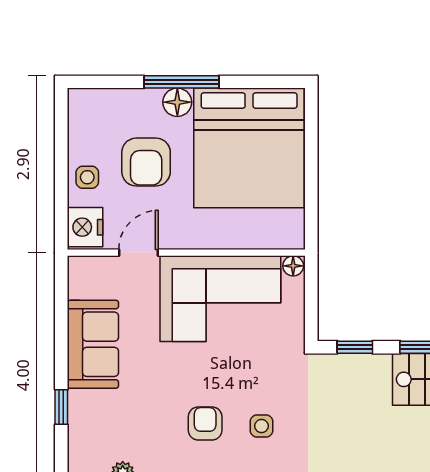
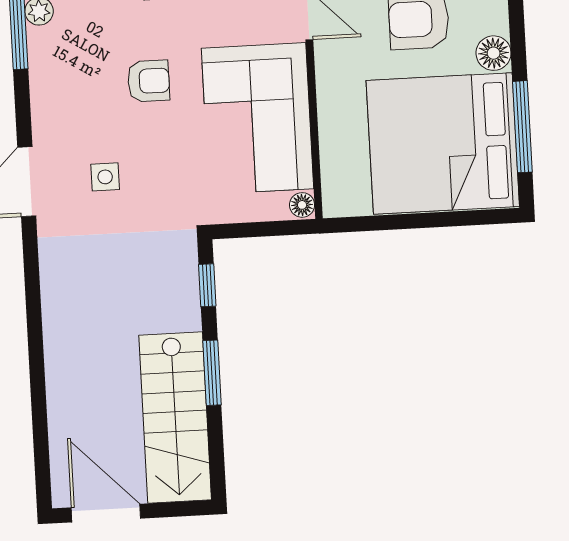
window: (182, 82) -> (522, 127), moved
armchair: (205, 423) -> (149, 81), moved

